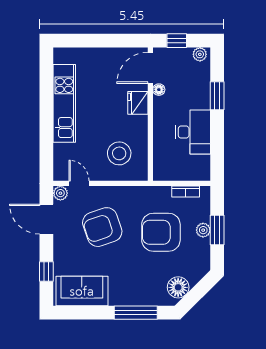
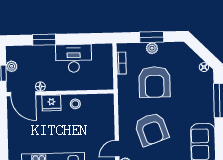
plant: (200, 54) -> (12, 66), moved
stool: (119, 153) -> (75, 104), moved, width x0.53, depth x0.53
floor lamp: (178, 287) -> (204, 67), width x0.53, depth x0.53

